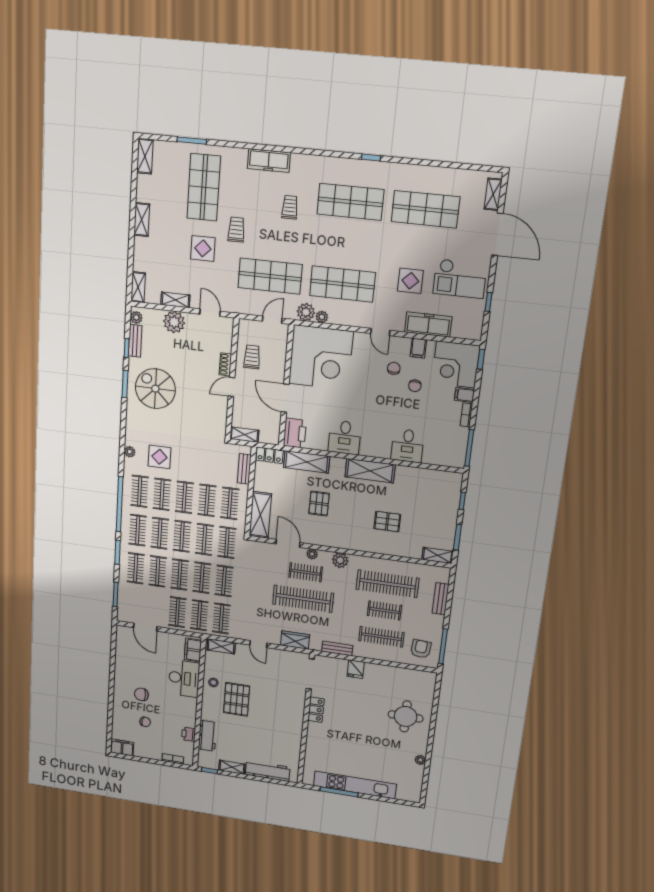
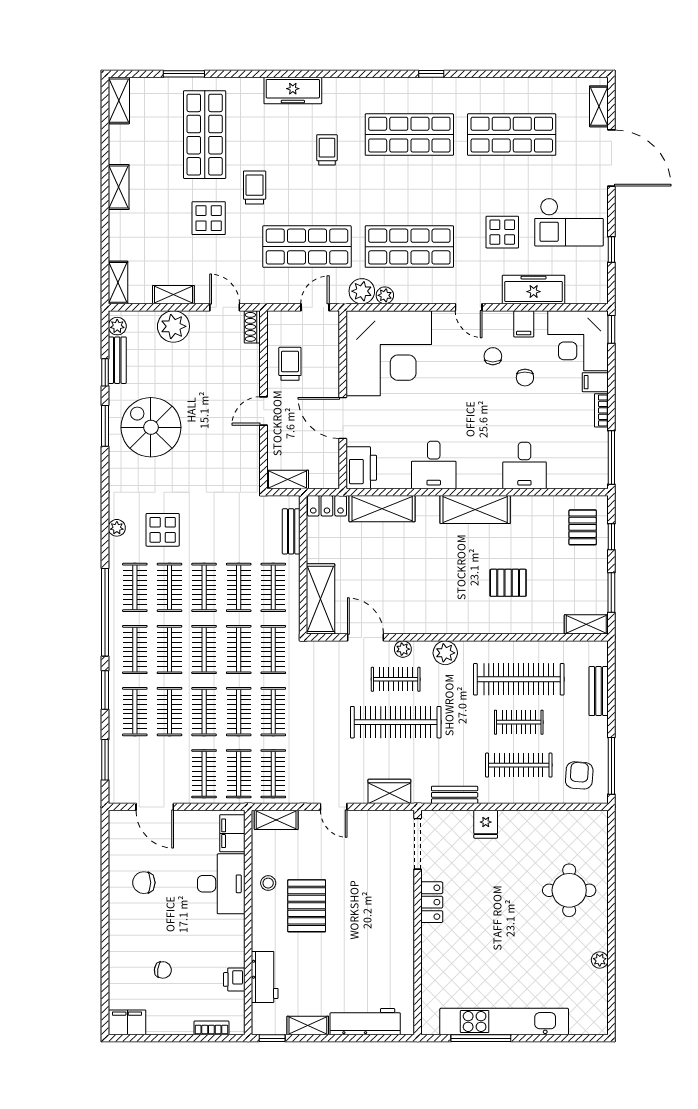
shoe rack: (225, 364) -> (252, 327), moved
pallet: (319, 504) -> (583, 527), moved
chair: (141, 694) -> (144, 883), moved

